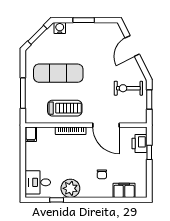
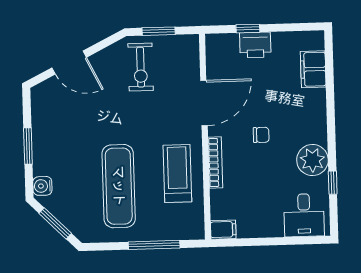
printer: (139, 144) -> (255, 45), moved
chair: (102, 174) -> (261, 135), moved

